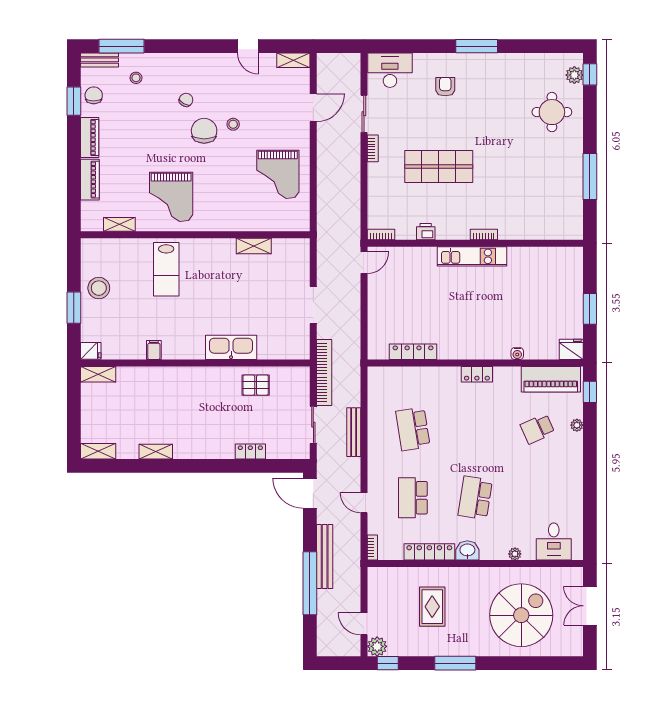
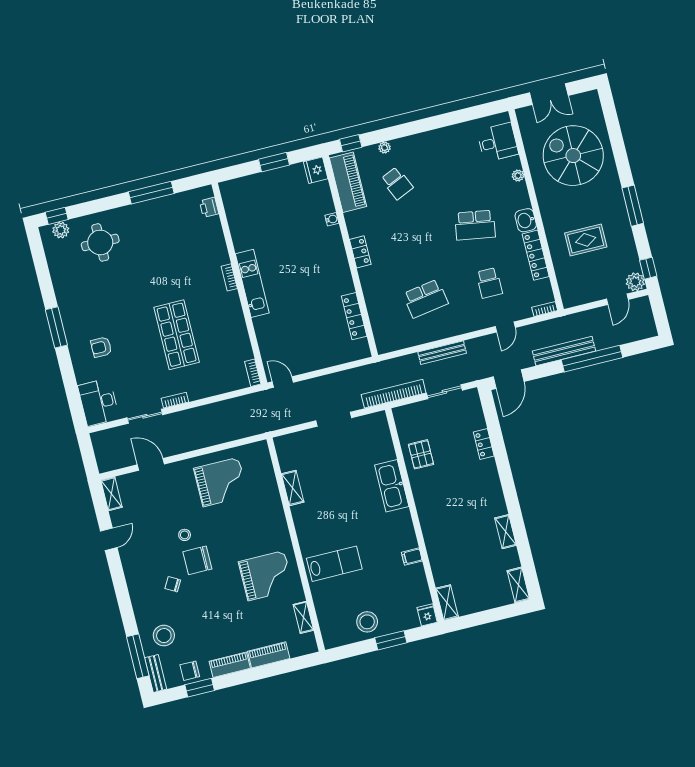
stool: (136, 78) -> (164, 636), width x1.89, depth x1.89
printer: (426, 232) -> (209, 207), moved
school desk: (413, 498) -> (489, 283), width x0.54

